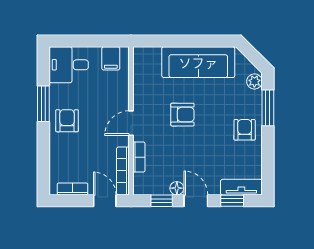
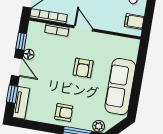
door: (196, 201) -> (17, 67), hinge flipped

